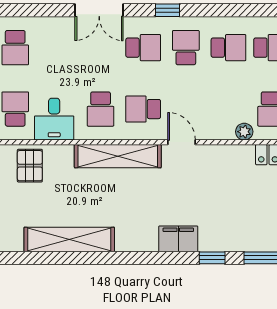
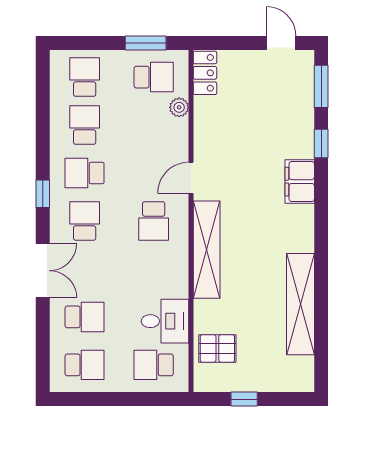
school desk: (101, 109) -> (85, 317), moved

